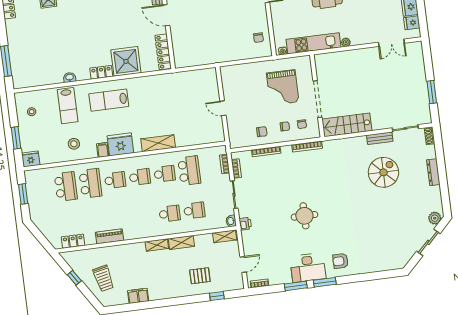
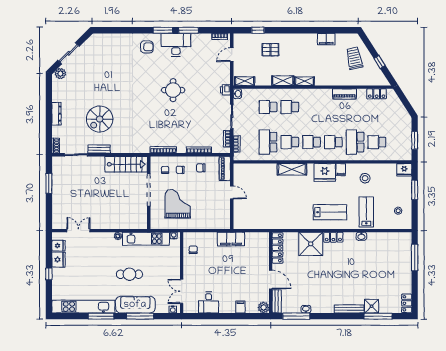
filing cabinet: (217, 55) -> (231, 239), added
piano: (234, 134) -> (225, 169), added
school desk: (66, 186) -> (377, 142), width x0.54

